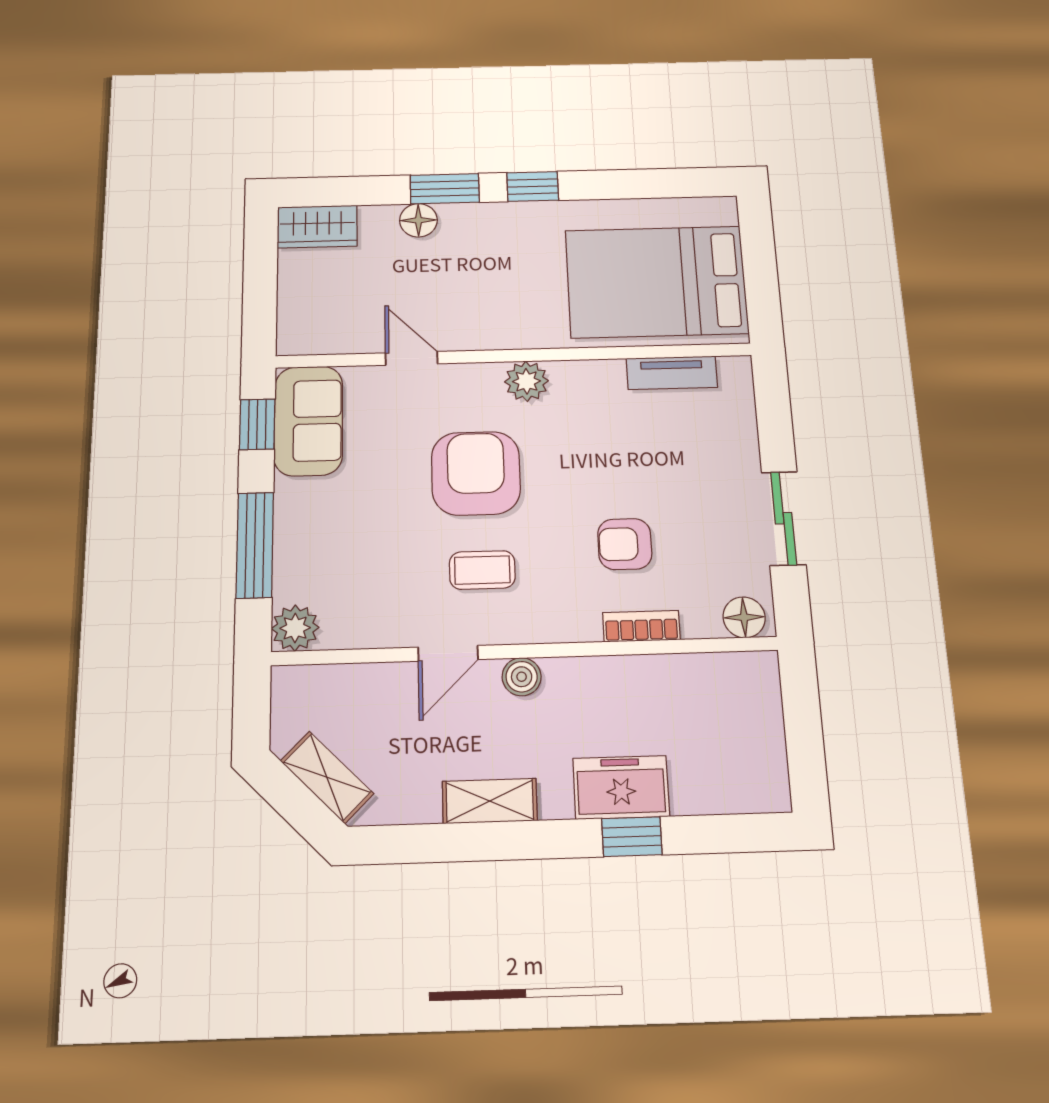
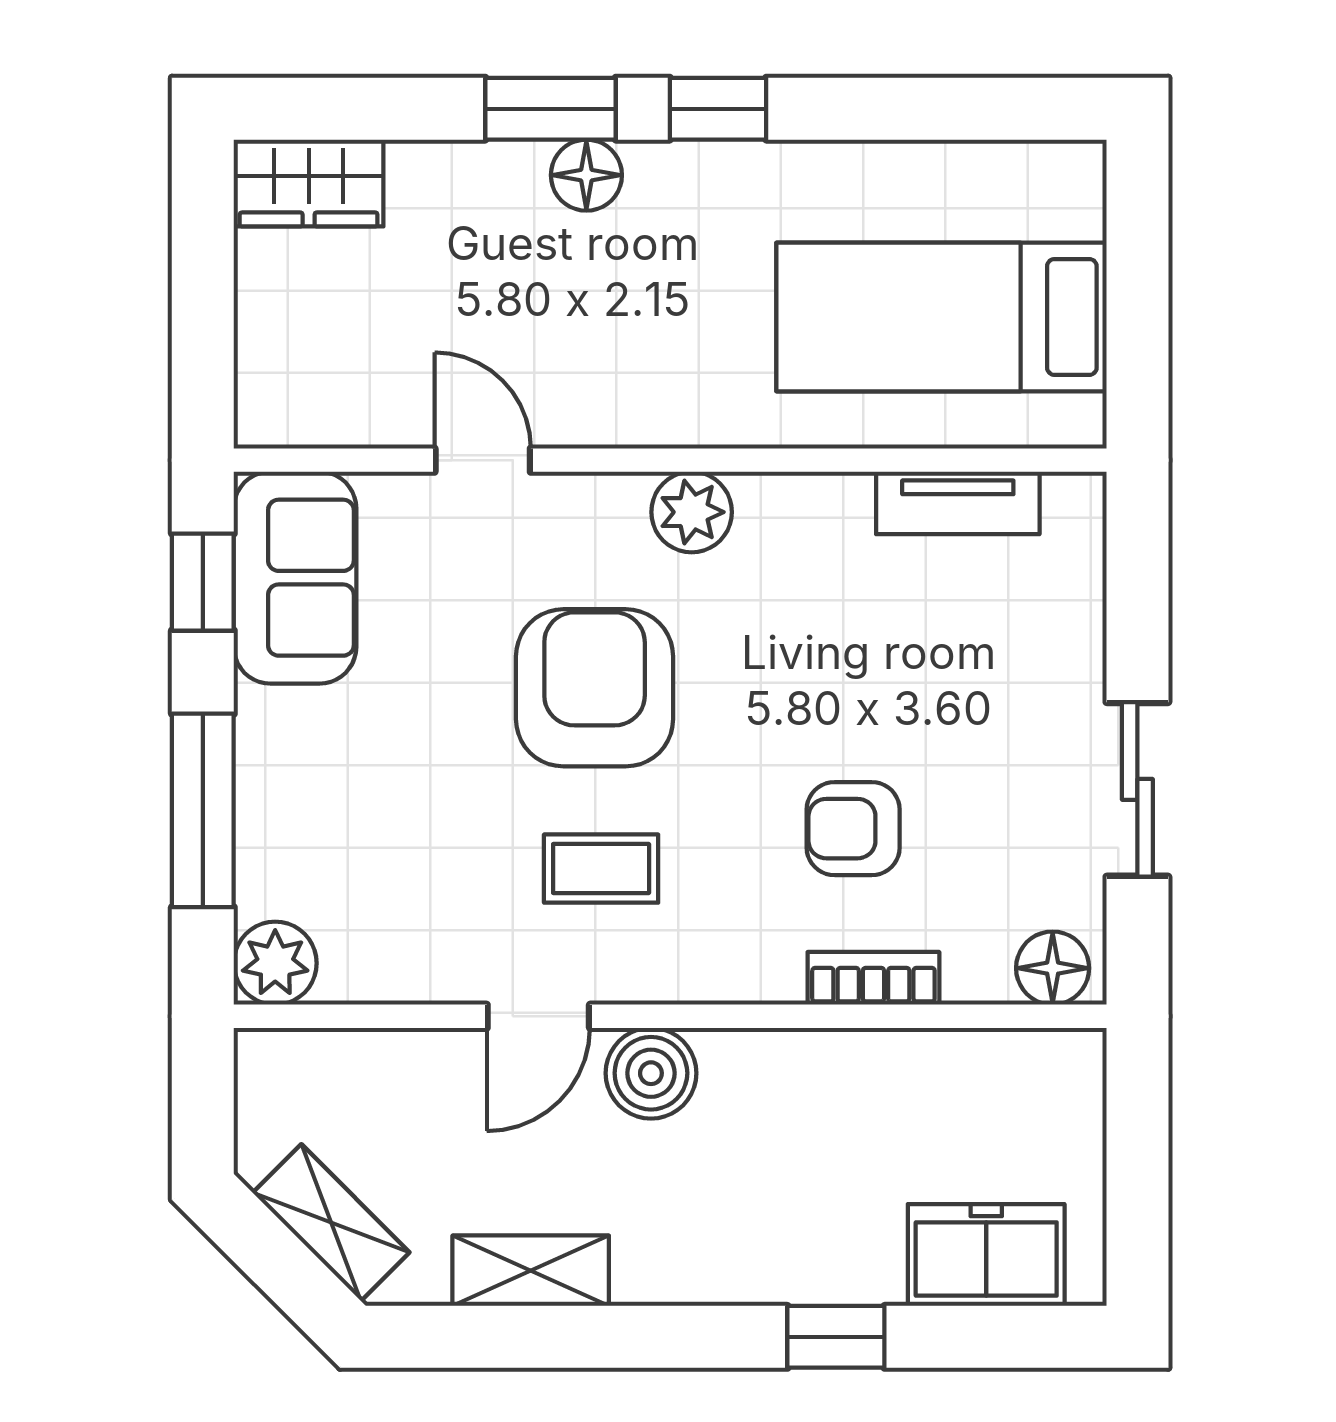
floor lamp: (418, 220) -> (586, 175), moved
bed: (656, 282) -> (941, 317), width x0.67
boiler: (522, 677) -> (651, 1073), width x1.36, depth x1.36
freezer: (621, 787) -> (986, 1255), moved
shelving: (490, 801) -> (531, 1271), moved

